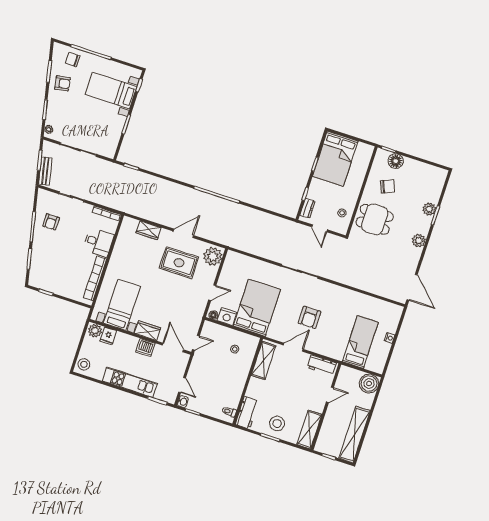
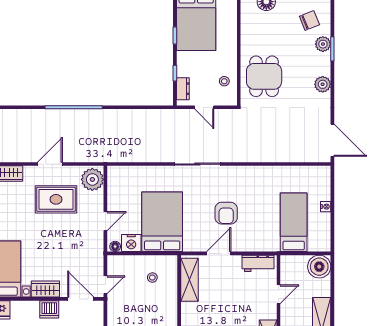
chair: (388, 186) -> (309, 21), moved
dining table: (375, 219) -> (264, 76), turned 90

